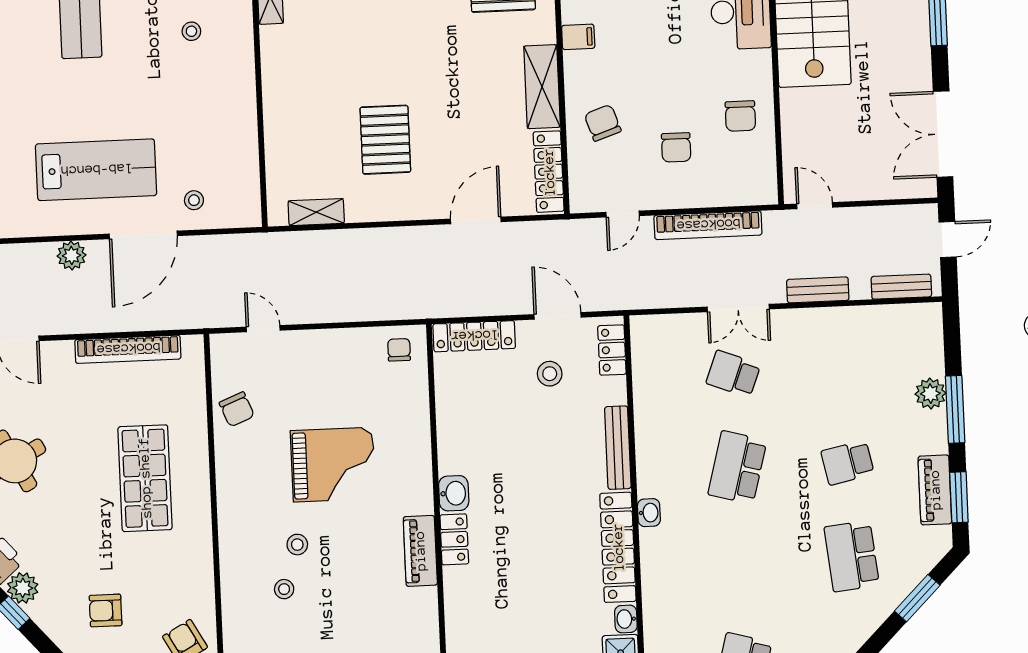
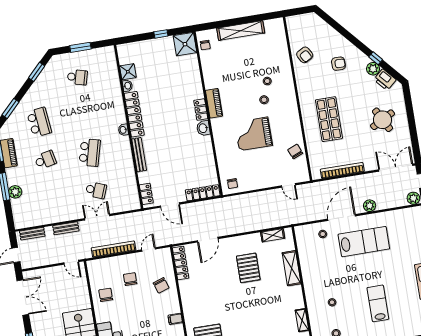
shelving: (542, 87) -> (292, 268), moved
lab bench: (96, 170) -> (364, 242), turned 180
stool: (550, 374) -> (170, 181), removed

